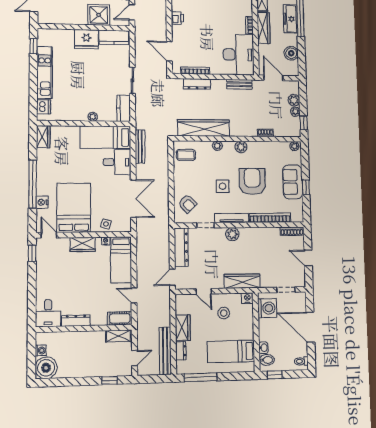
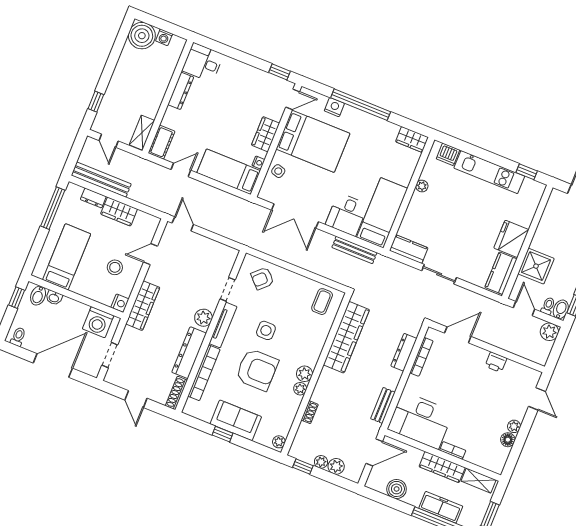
plant: (93, 117) -> (422, 186), moved
plant: (217, 146) -> (300, 389), moved
dresser: (181, 247) -> (189, 353), moved, turned 90
door: (308, 258) -> (136, 399), swing flipped

